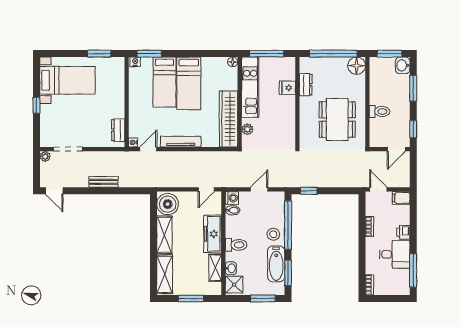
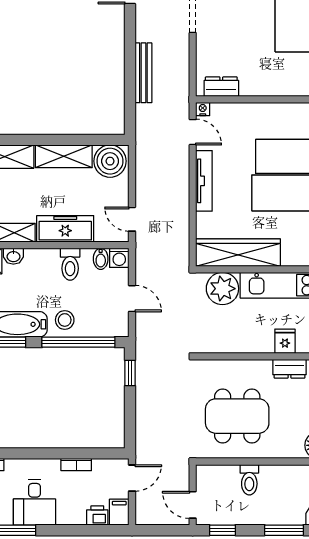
plant: (247, 129) -> (222, 289), width x1.87, depth x1.87
bench: (104, 182) -> (143, 73), width x1.36
printer: (403, 232) -> (97, 516), moved
toilet: (236, 245) -> (70, 264), moved

